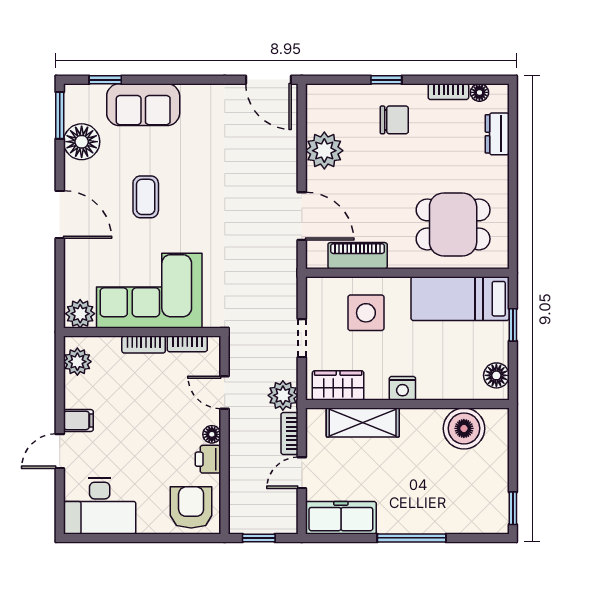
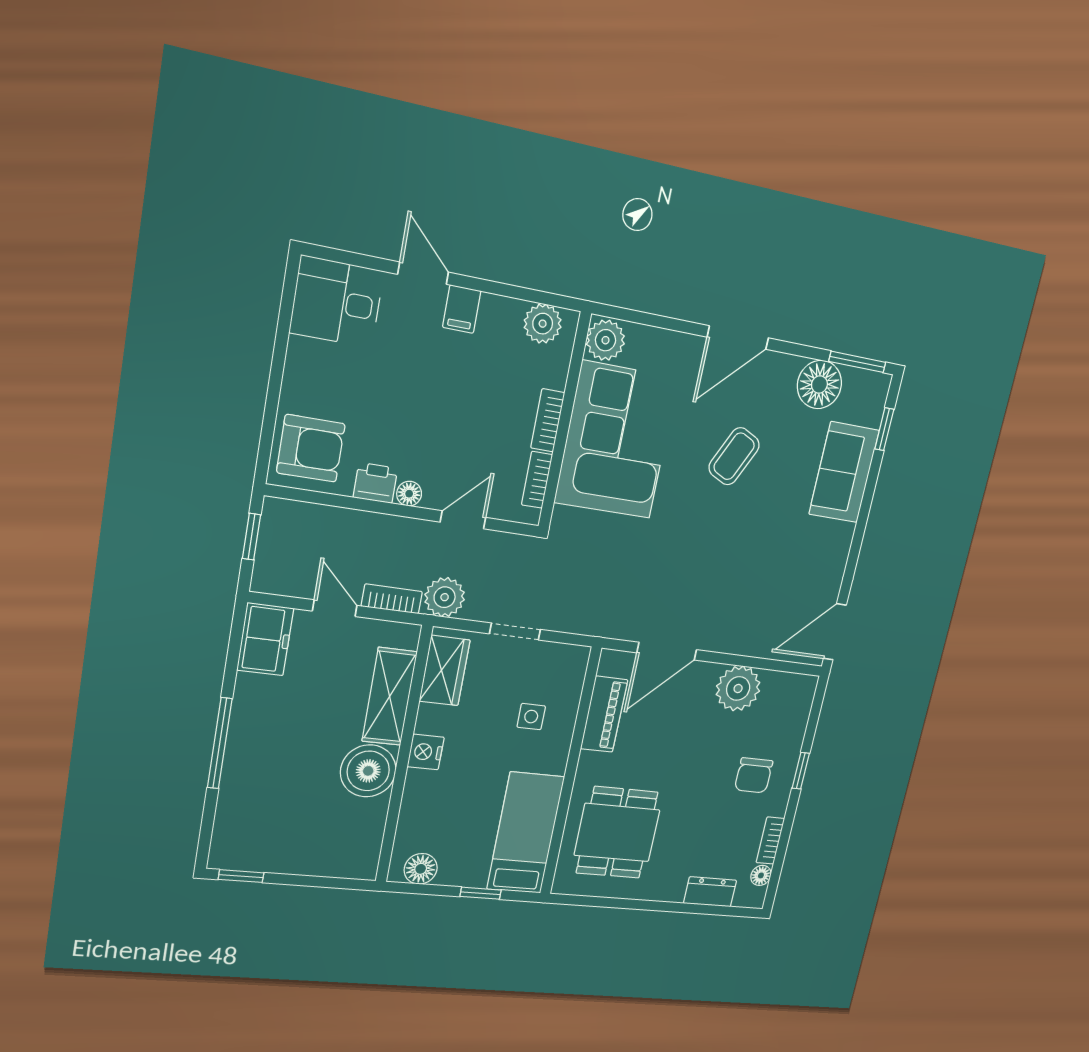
coffee table: (146, 197) -> (734, 456), turned -64
side table: (366, 313) -> (531, 717), width x0.54, depth x0.54
boiler: (464, 428) -> (368, 771), moved
desk: (100, 506) -> (337, 302), width x0.73
freezer: (341, 518) -> (265, 639), width x0.71

